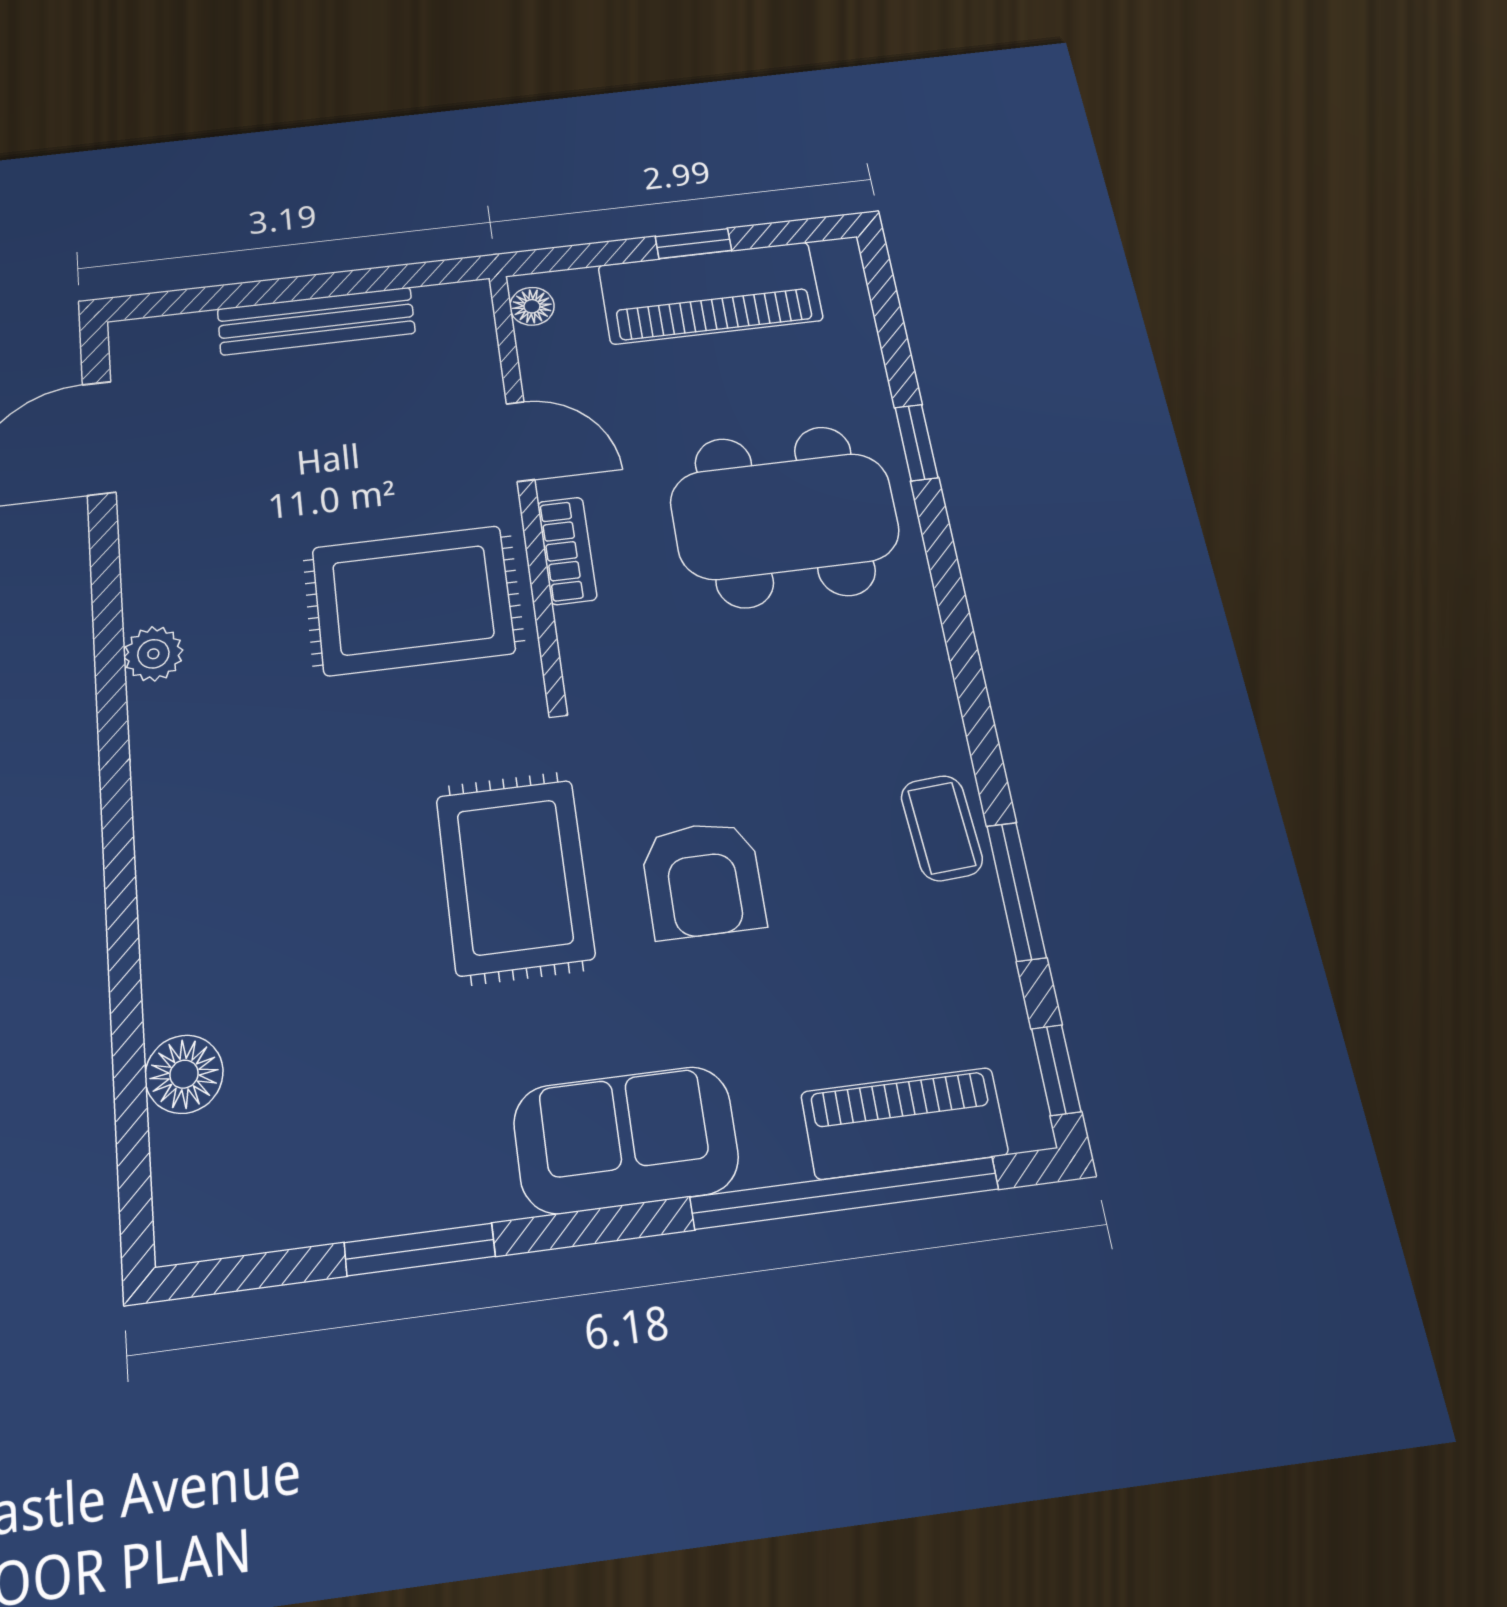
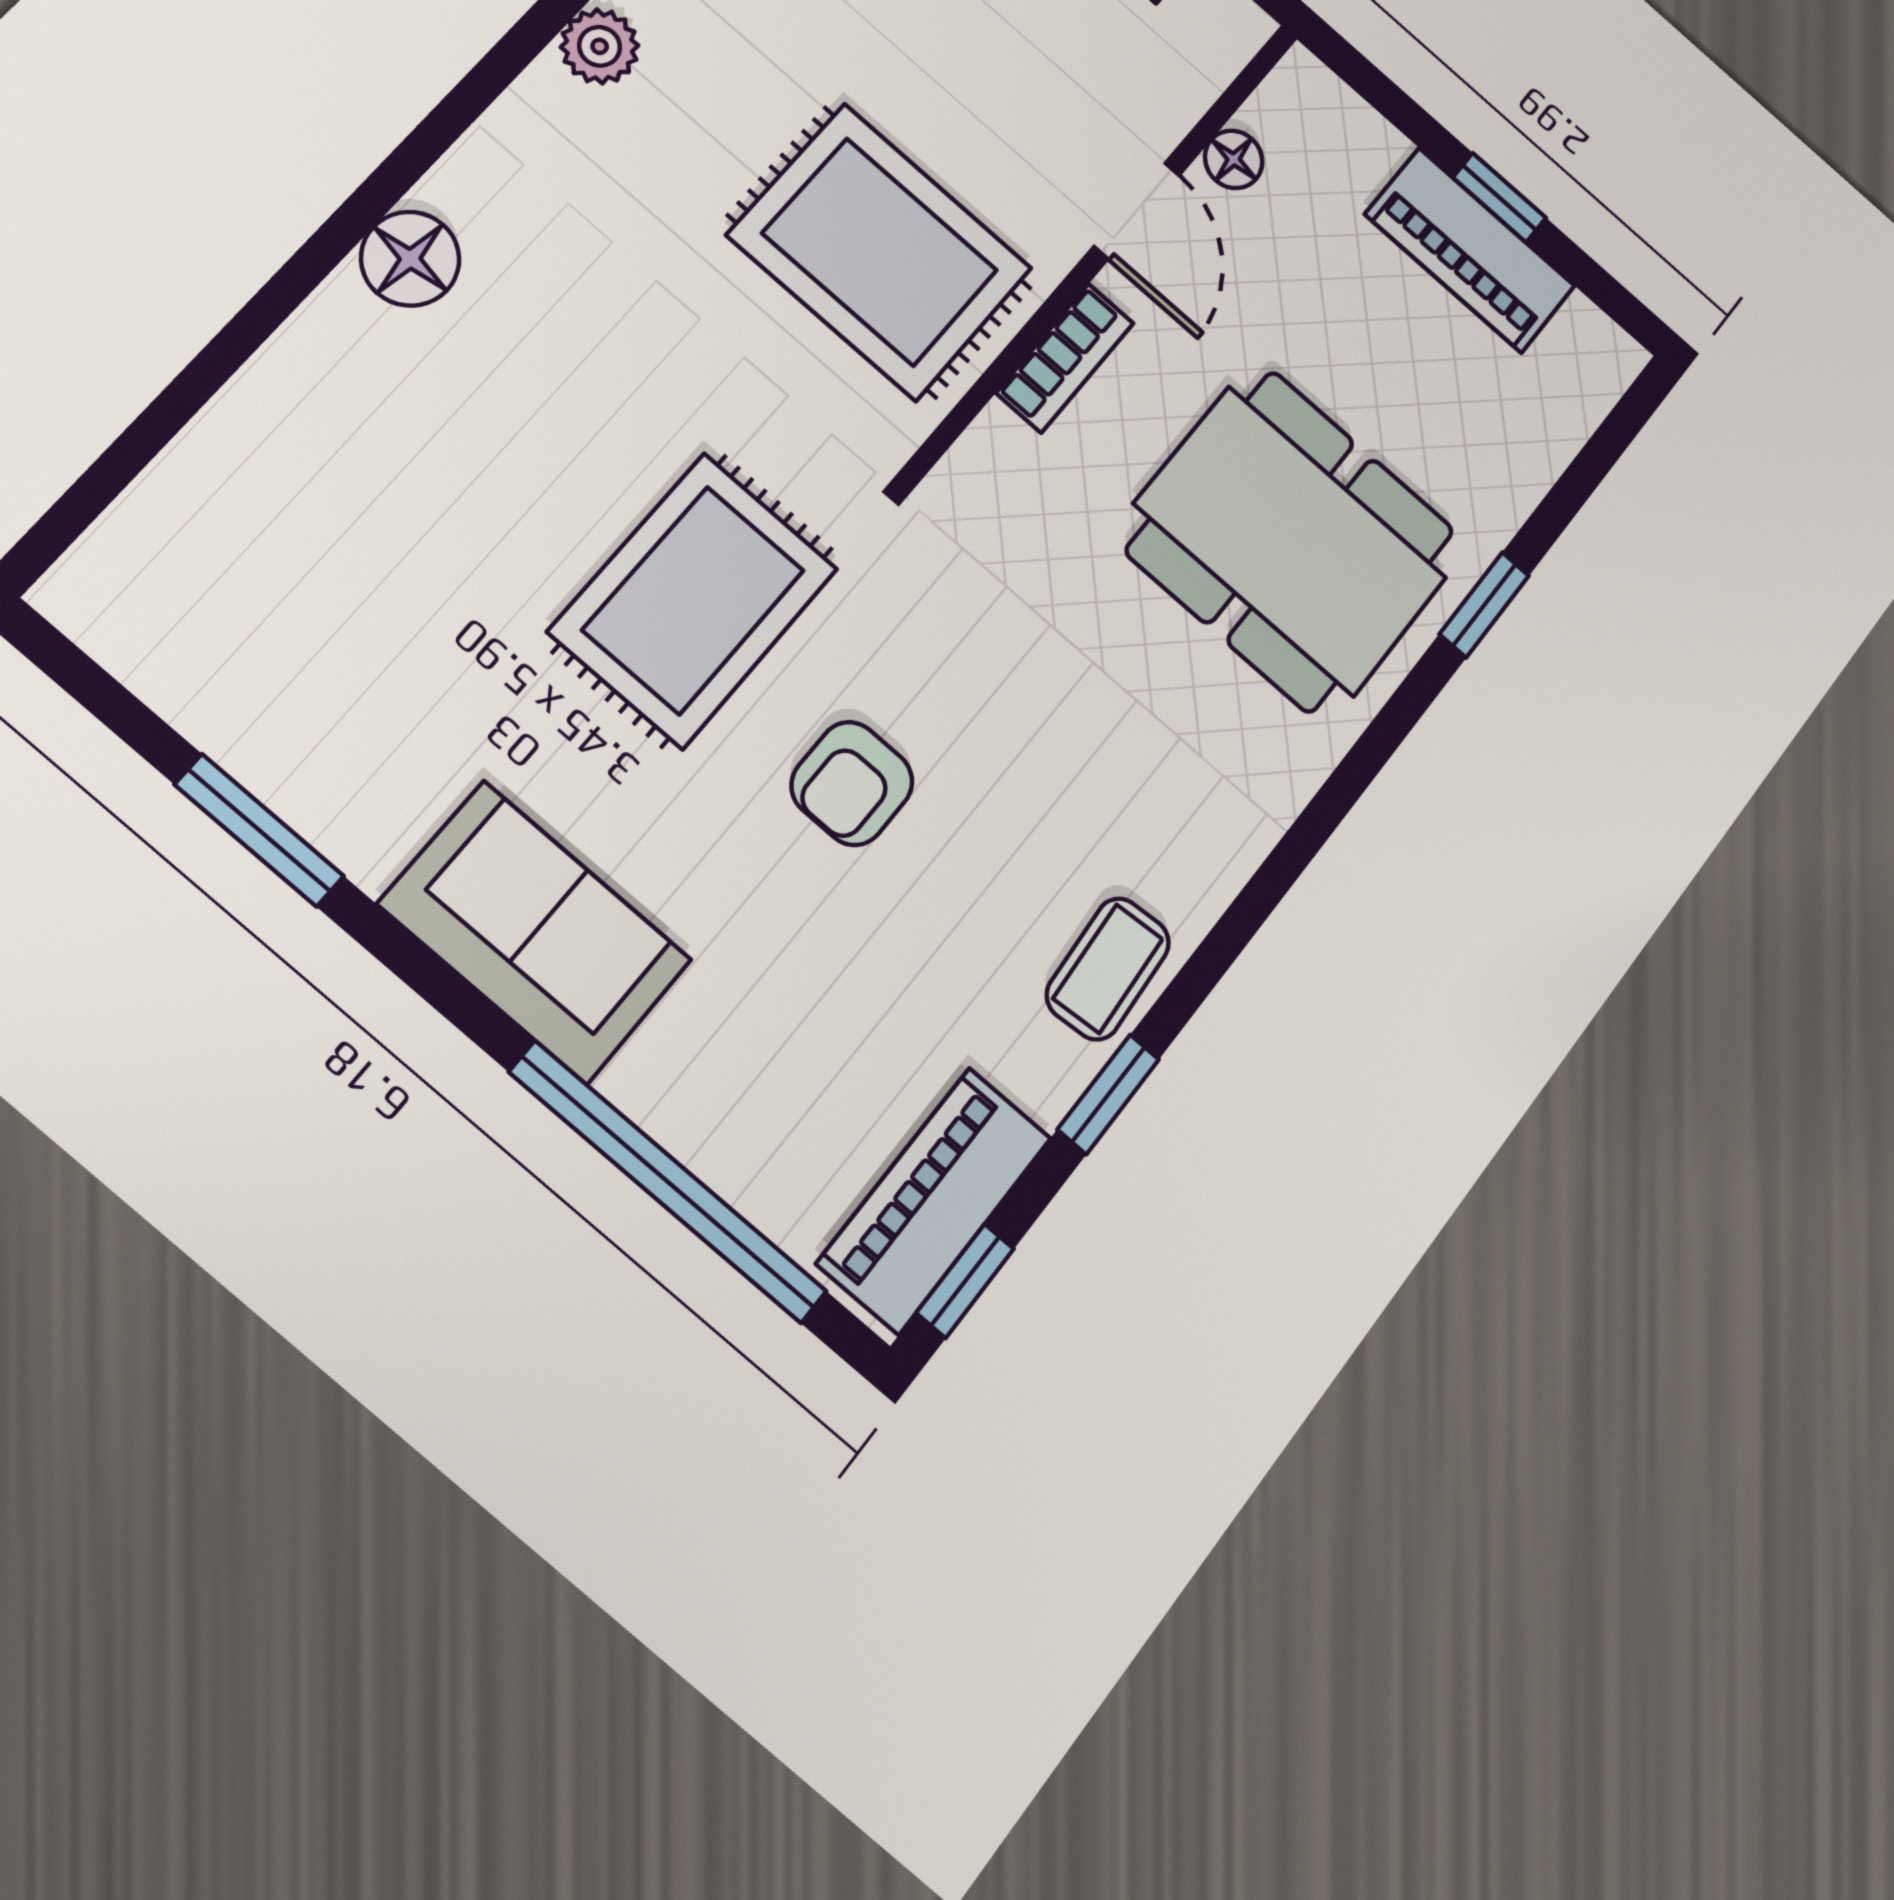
piano: (710, 293) -> (1470, 250), width x0.73, depth x0.75
floor lamp: (532, 306) -> (1234, 159), moved
armchair: (703, 880) -> (852, 783), width x0.72, depth x0.72
window: (1016, 891) -> (1108, 1094), width x0.67
floor lamp: (184, 1074) -> (410, 259), moved
piano: (904, 1123) -> (934, 1200), moved, turned -90

